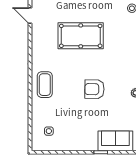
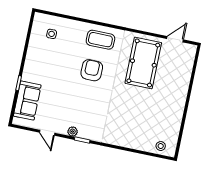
pool table: (81, 36) -> (143, 63), moved
armchair: (94, 89) -> (92, 70), moved

